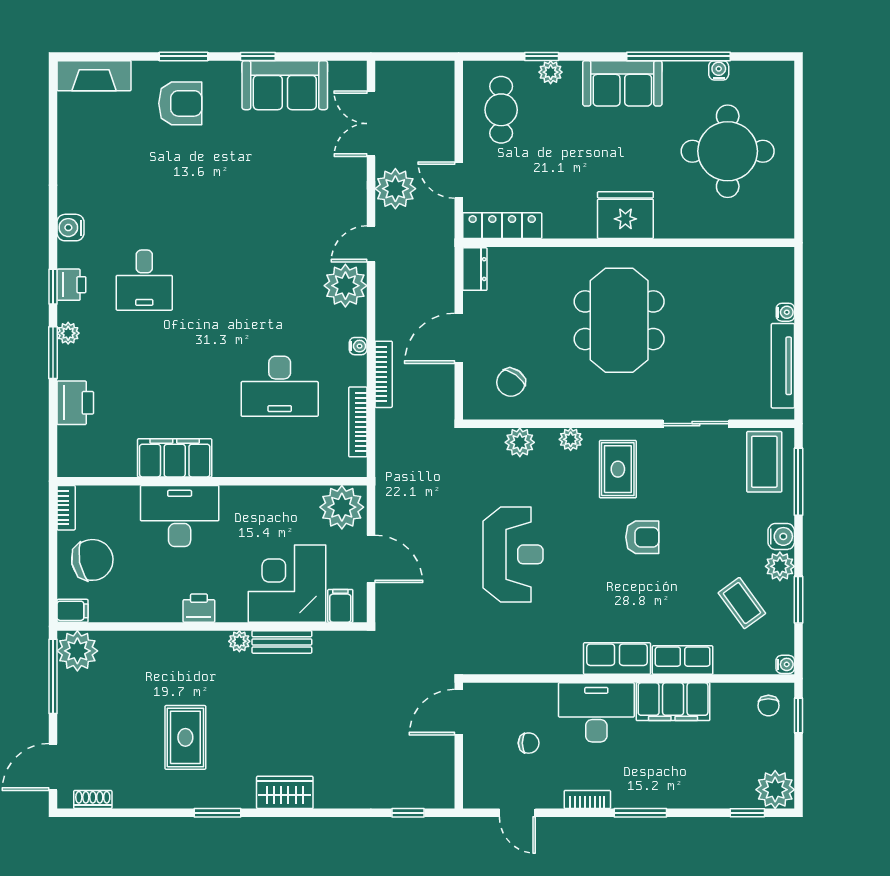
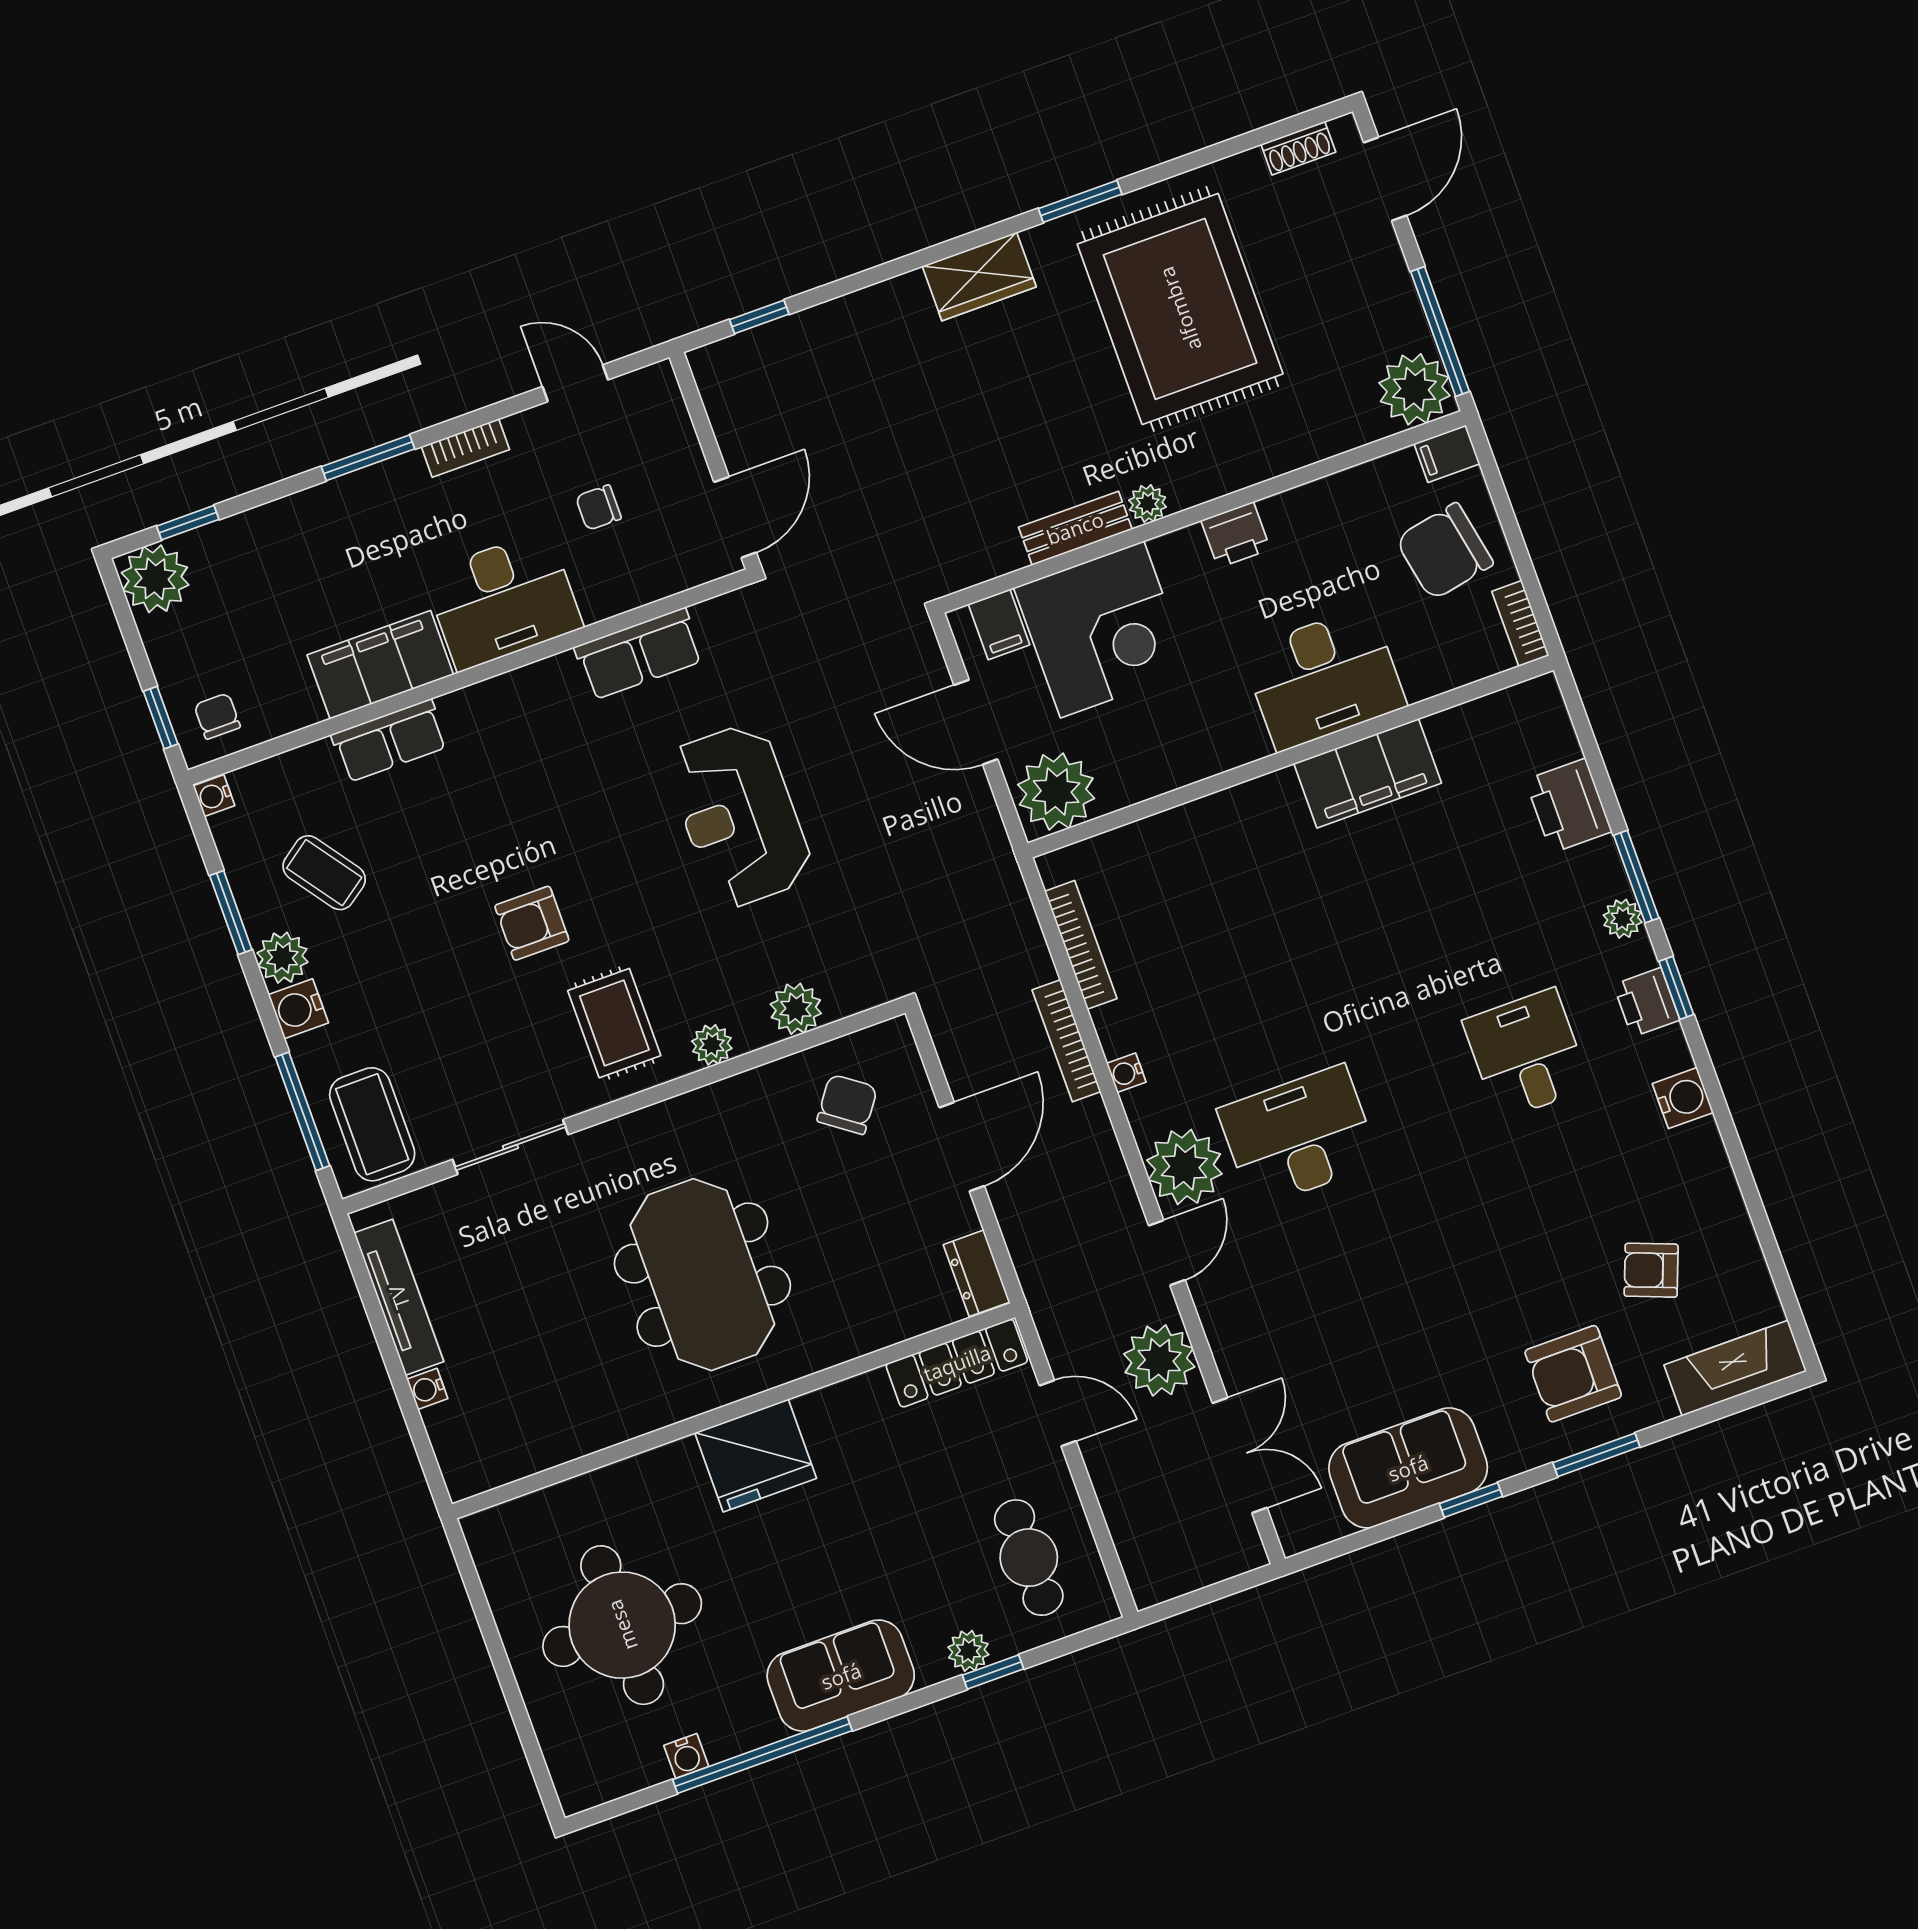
armchair: (120, 143) -> (1651, 1270), added
desk: (280, 386) -> (1299, 1136), moved
row of seats: (617, 659) -> (639, 654), moved
rug: (185, 737) -> (1180, 309), width x1.86, depth x2.06

